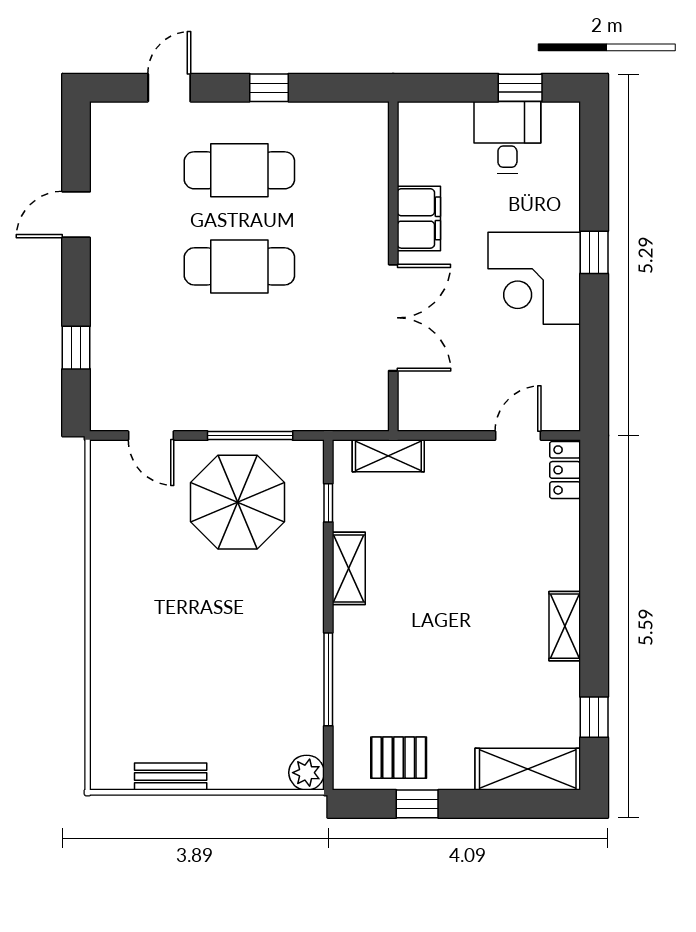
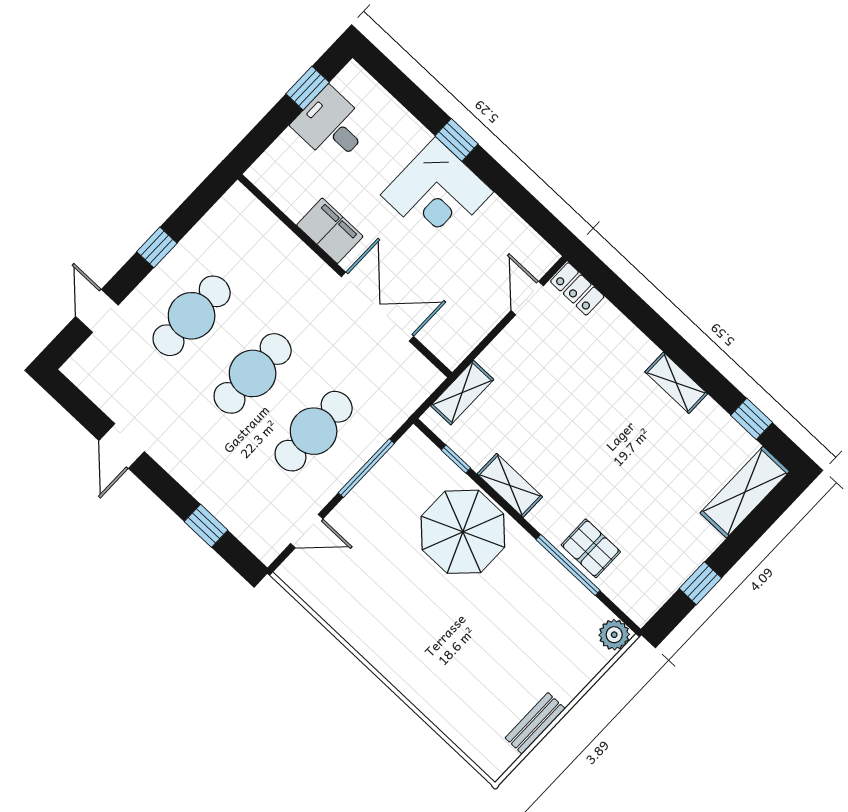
cafe table: (239, 363) -> (314, 431), added
parasol: (237, 502) -> (463, 532), moved
pallet: (399, 758) -> (591, 548), moved, turned 90

